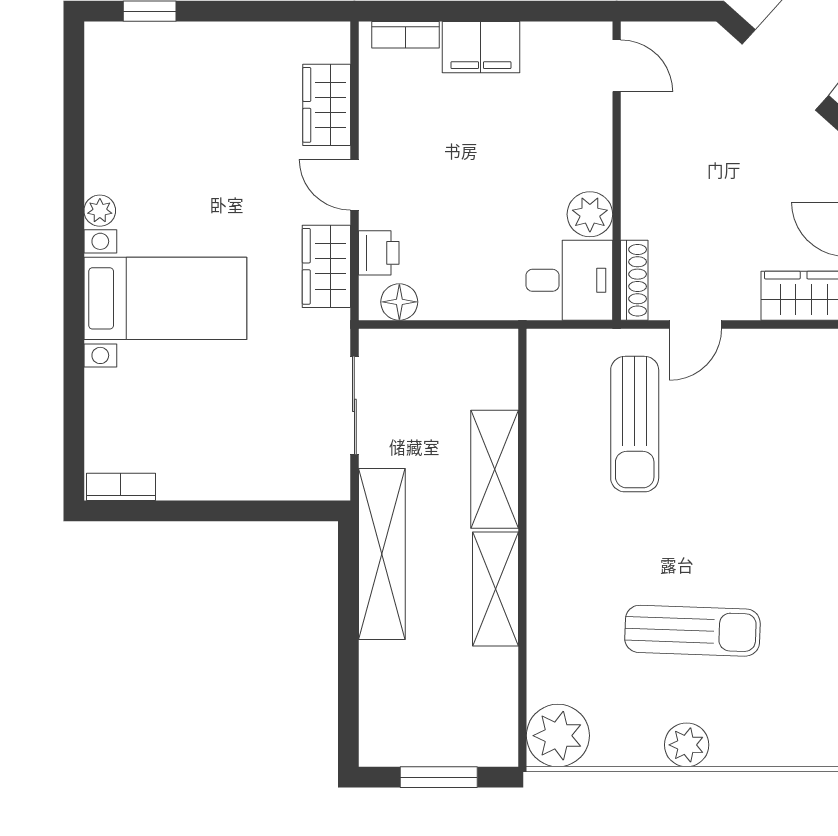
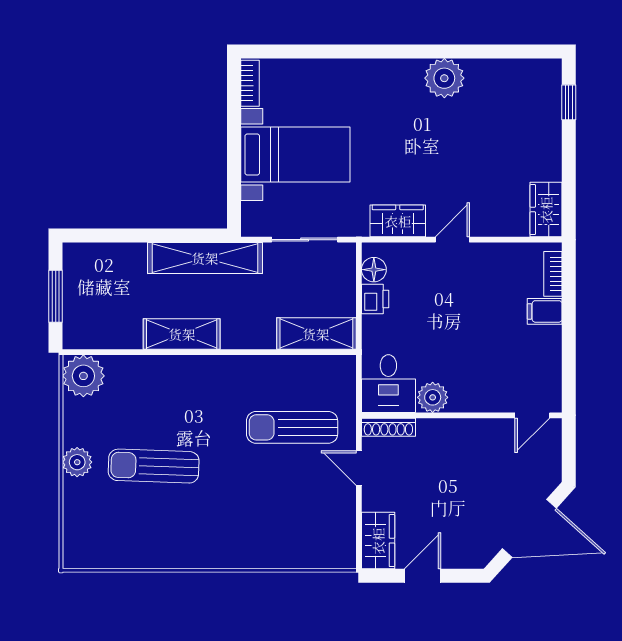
filing cabinet: (481, 47) -> (545, 311), width x0.50
wardrobe: (327, 105) -> (546, 210), moved, turned -90
plant: (100, 211) -> (444, 78), width x1.88, depth x1.88
printer: (379, 253) -> (375, 299), moved, turned -90
bed with nightstands: (165, 298) -> (295, 155), moved, turned -90
shelving: (495, 469) -> (316, 334), moved
sun lounger: (692, 631) -> (154, 466), turned 90

